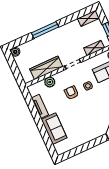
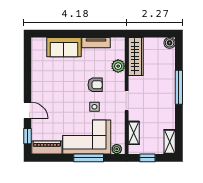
wardrobe: (46, 68) -> (136, 56), moved

